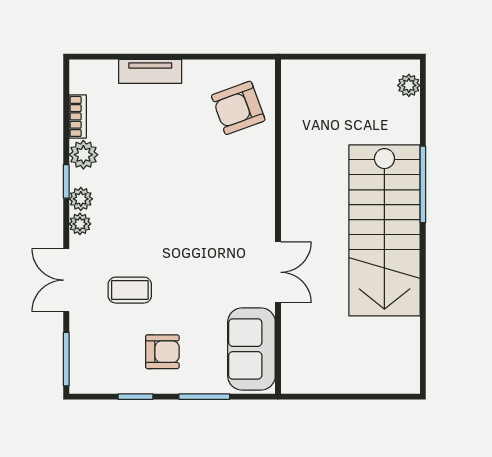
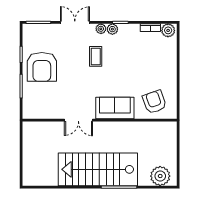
tv unit: (150, 71) -> (171, 61), removed
plant: (409, 85) -> (160, 176), width x1.88, depth x1.88
plant: (83, 155) -> (168, 30), moved
coffee table: (130, 290) -> (96, 56), moved
sofa: (251, 349) -> (115, 108), moved
armchair: (162, 352) -> (42, 67), width x1.88, depth x1.88

